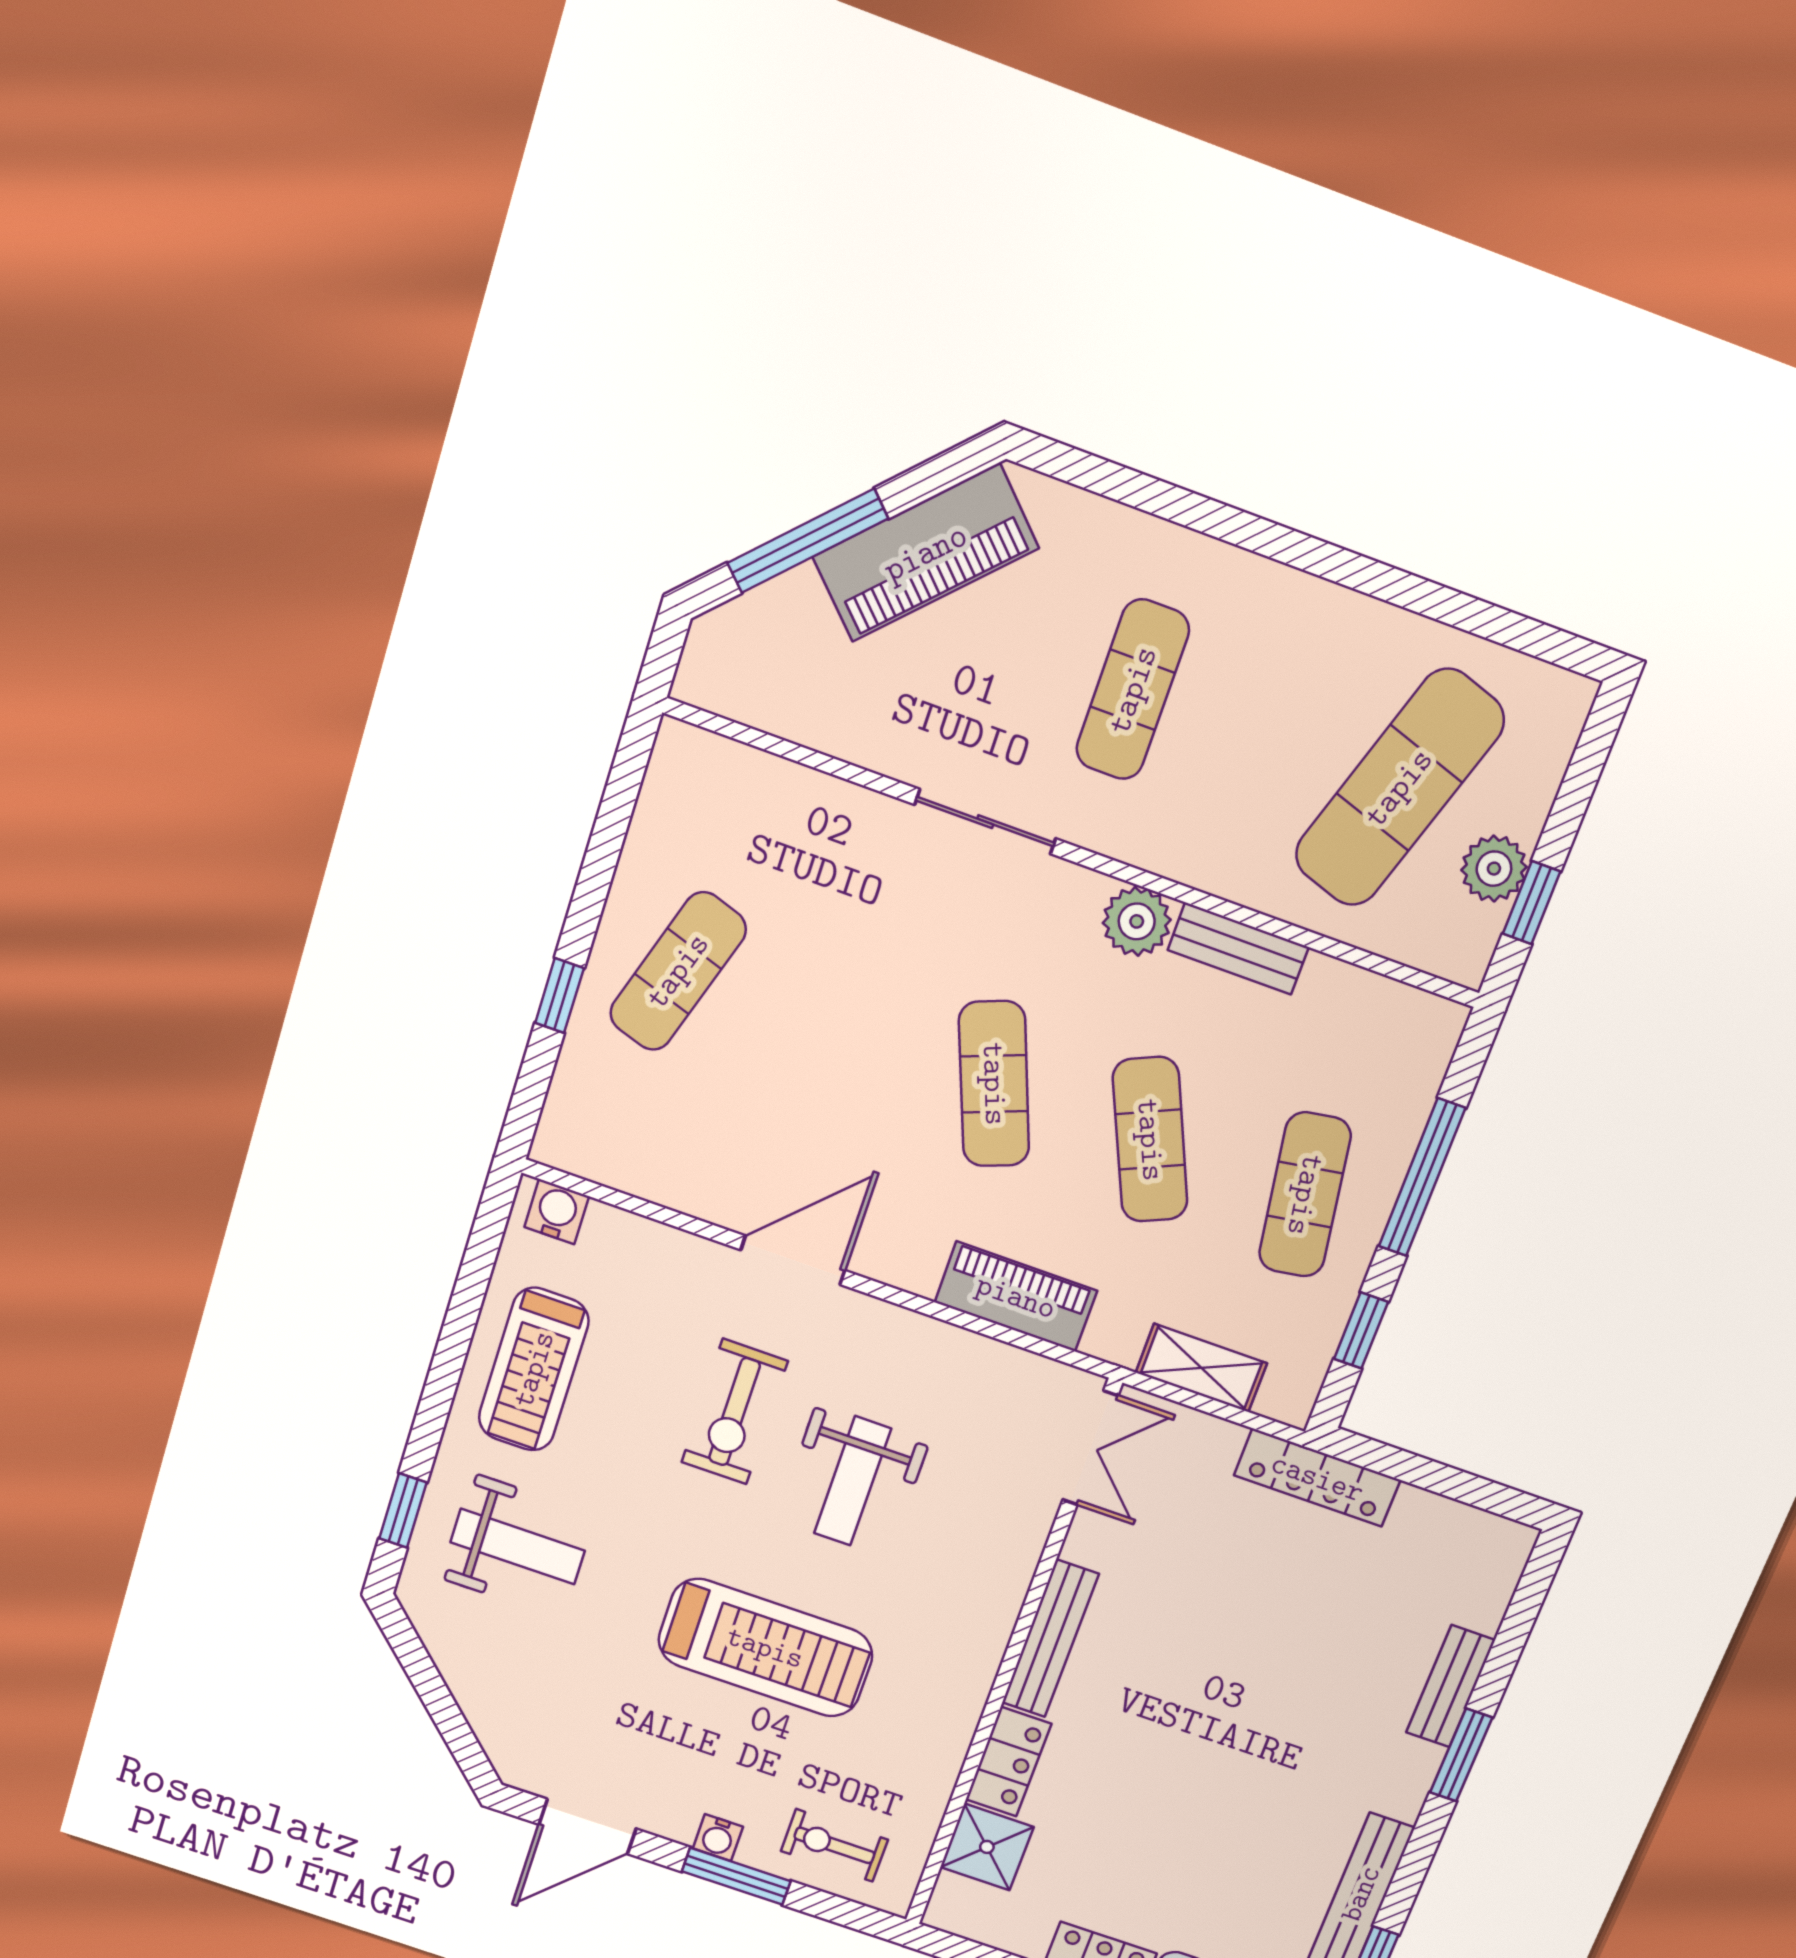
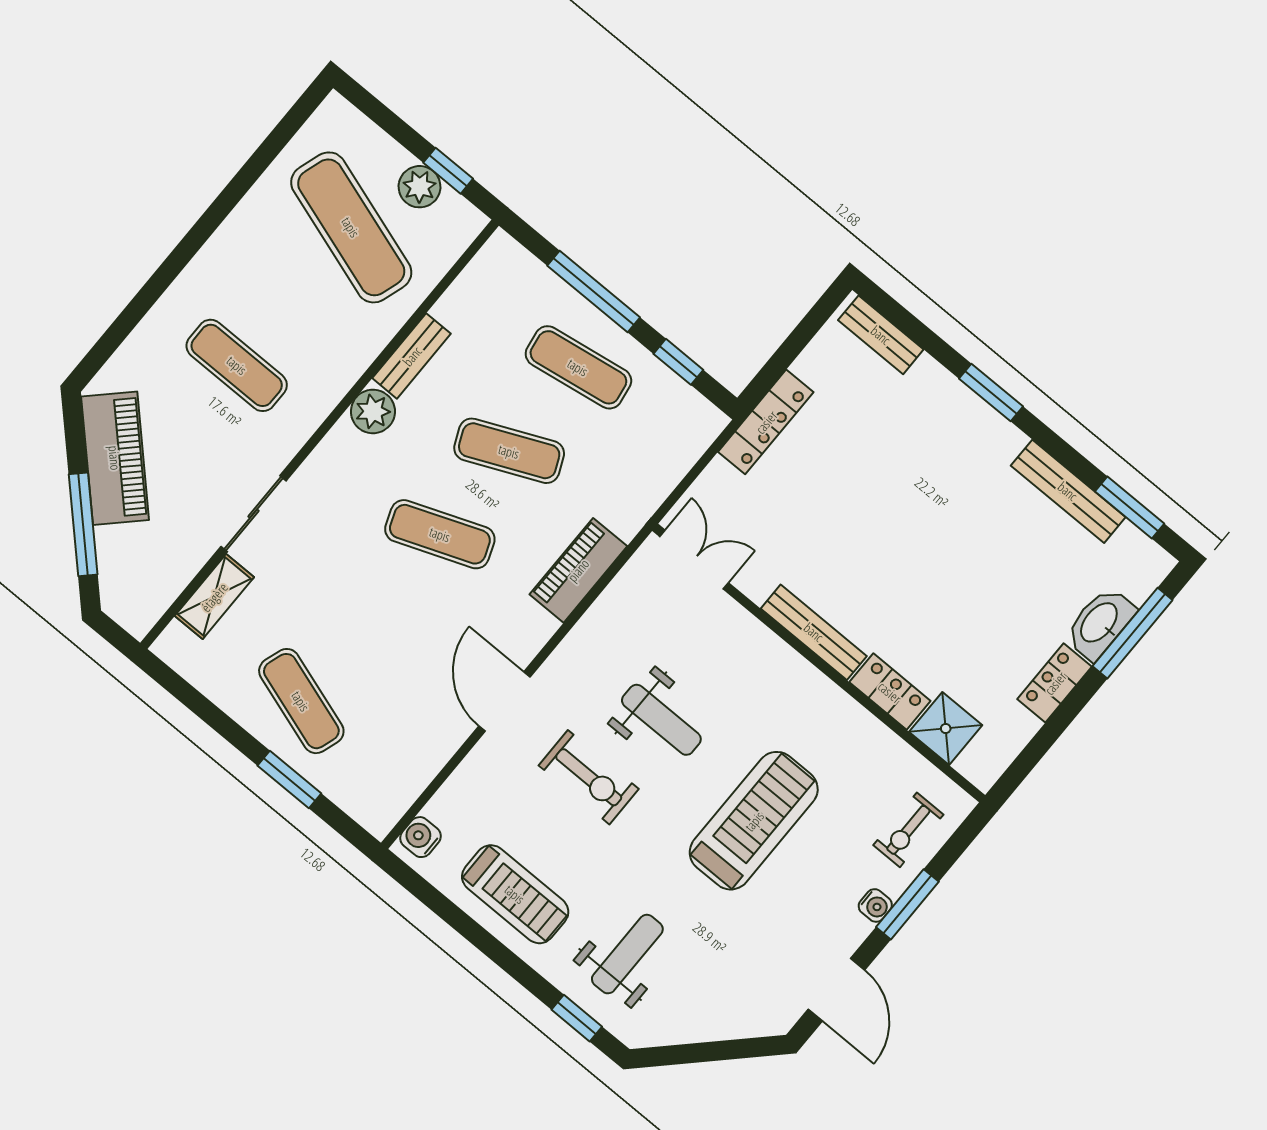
sliding door: (985, 822) -> (254, 514), moved
window: (559, 996) -> (289, 780), width x1.50
shelving: (1201, 1368) -> (214, 597), moved
bench: (1450, 1686) -> (881, 335), moved

